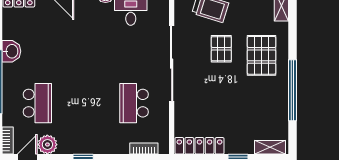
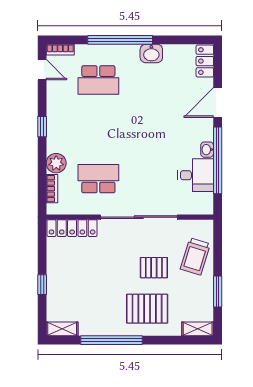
plant: (47, 145) -> (56, 163), moved
locker: (199, 146) -> (72, 228), moved, turned 90
shelving: (270, 147) -> (62, 329), moved, turned 90

